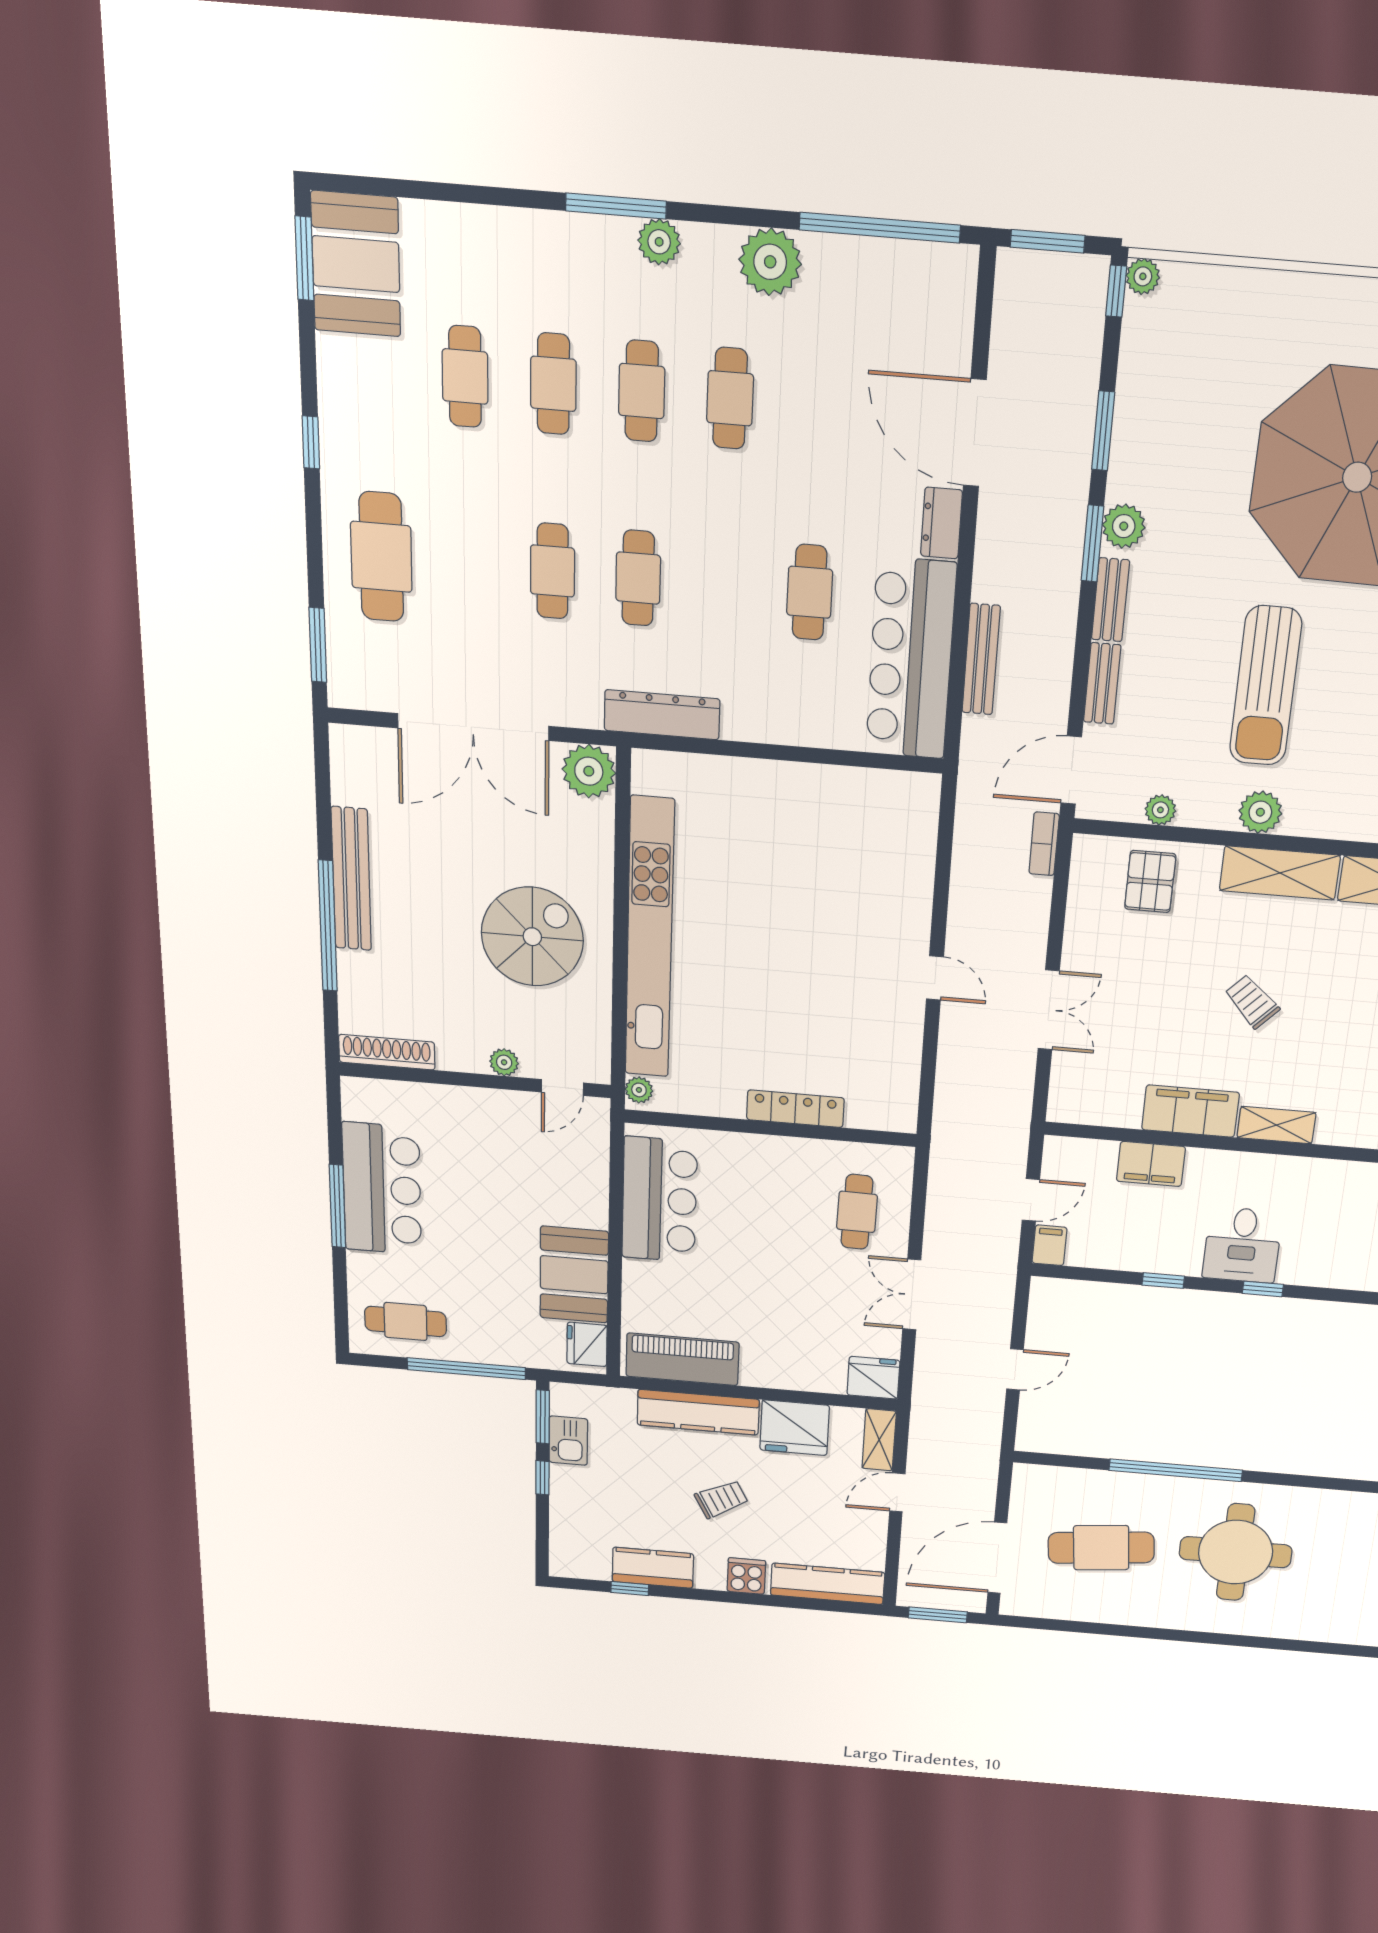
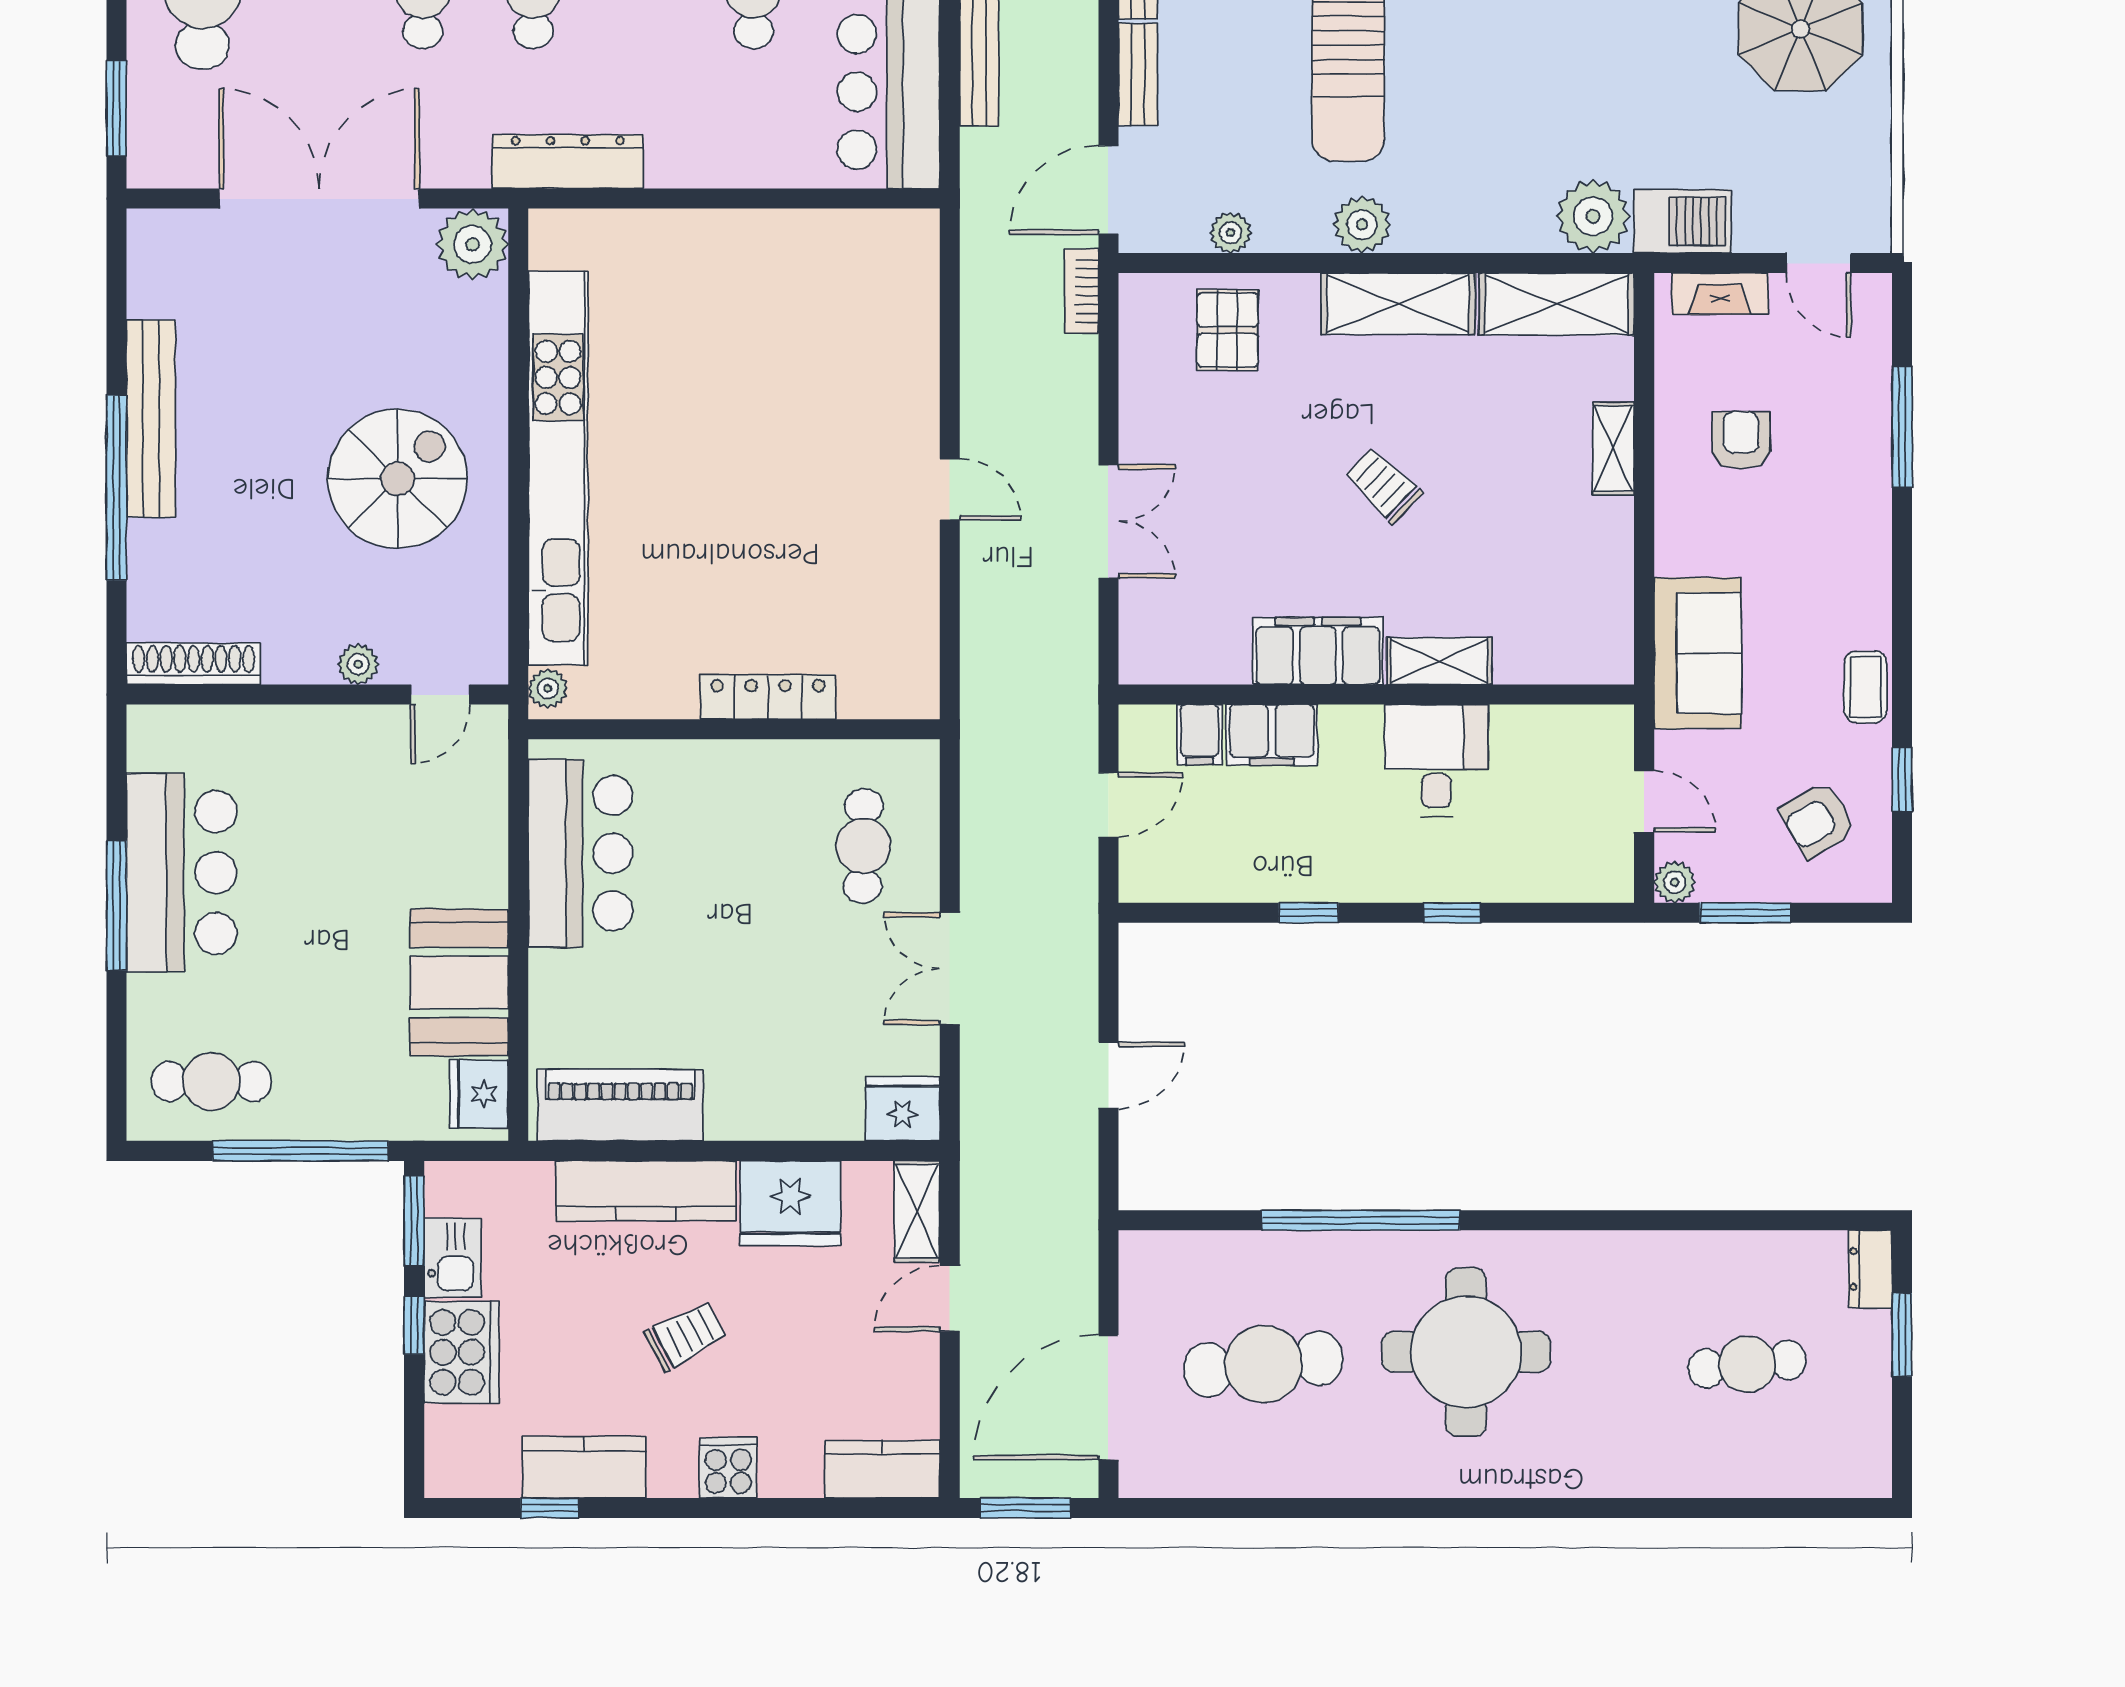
double door: (473, 727) -> (319, 199), swing flipped
filing cabinet: (1050, 1245) -> (1199, 735), moved, turned 180
desk: (1242, 1245) -> (1436, 760), moved, turned 180
cooker: (574, 1496) -> (462, 1352), added
kitchen counter: (827, 1584) -> (882, 1469), width x0.67

